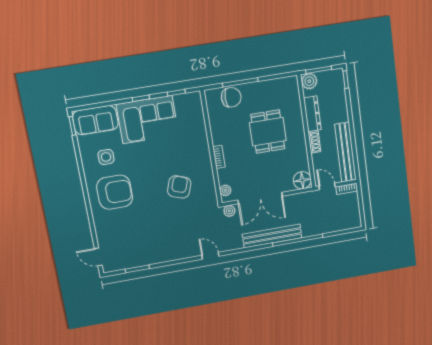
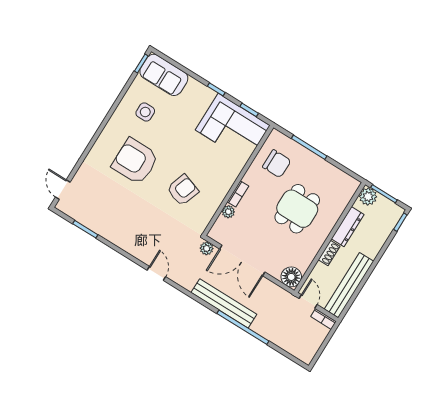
chair: (231, 97) -> (277, 164), moved
corner sofa: (147, 120) -> (233, 128), moved
plant: (225, 190) -> (228, 212), moved
armchair: (115, 192) -> (135, 161), moved, turned 180

